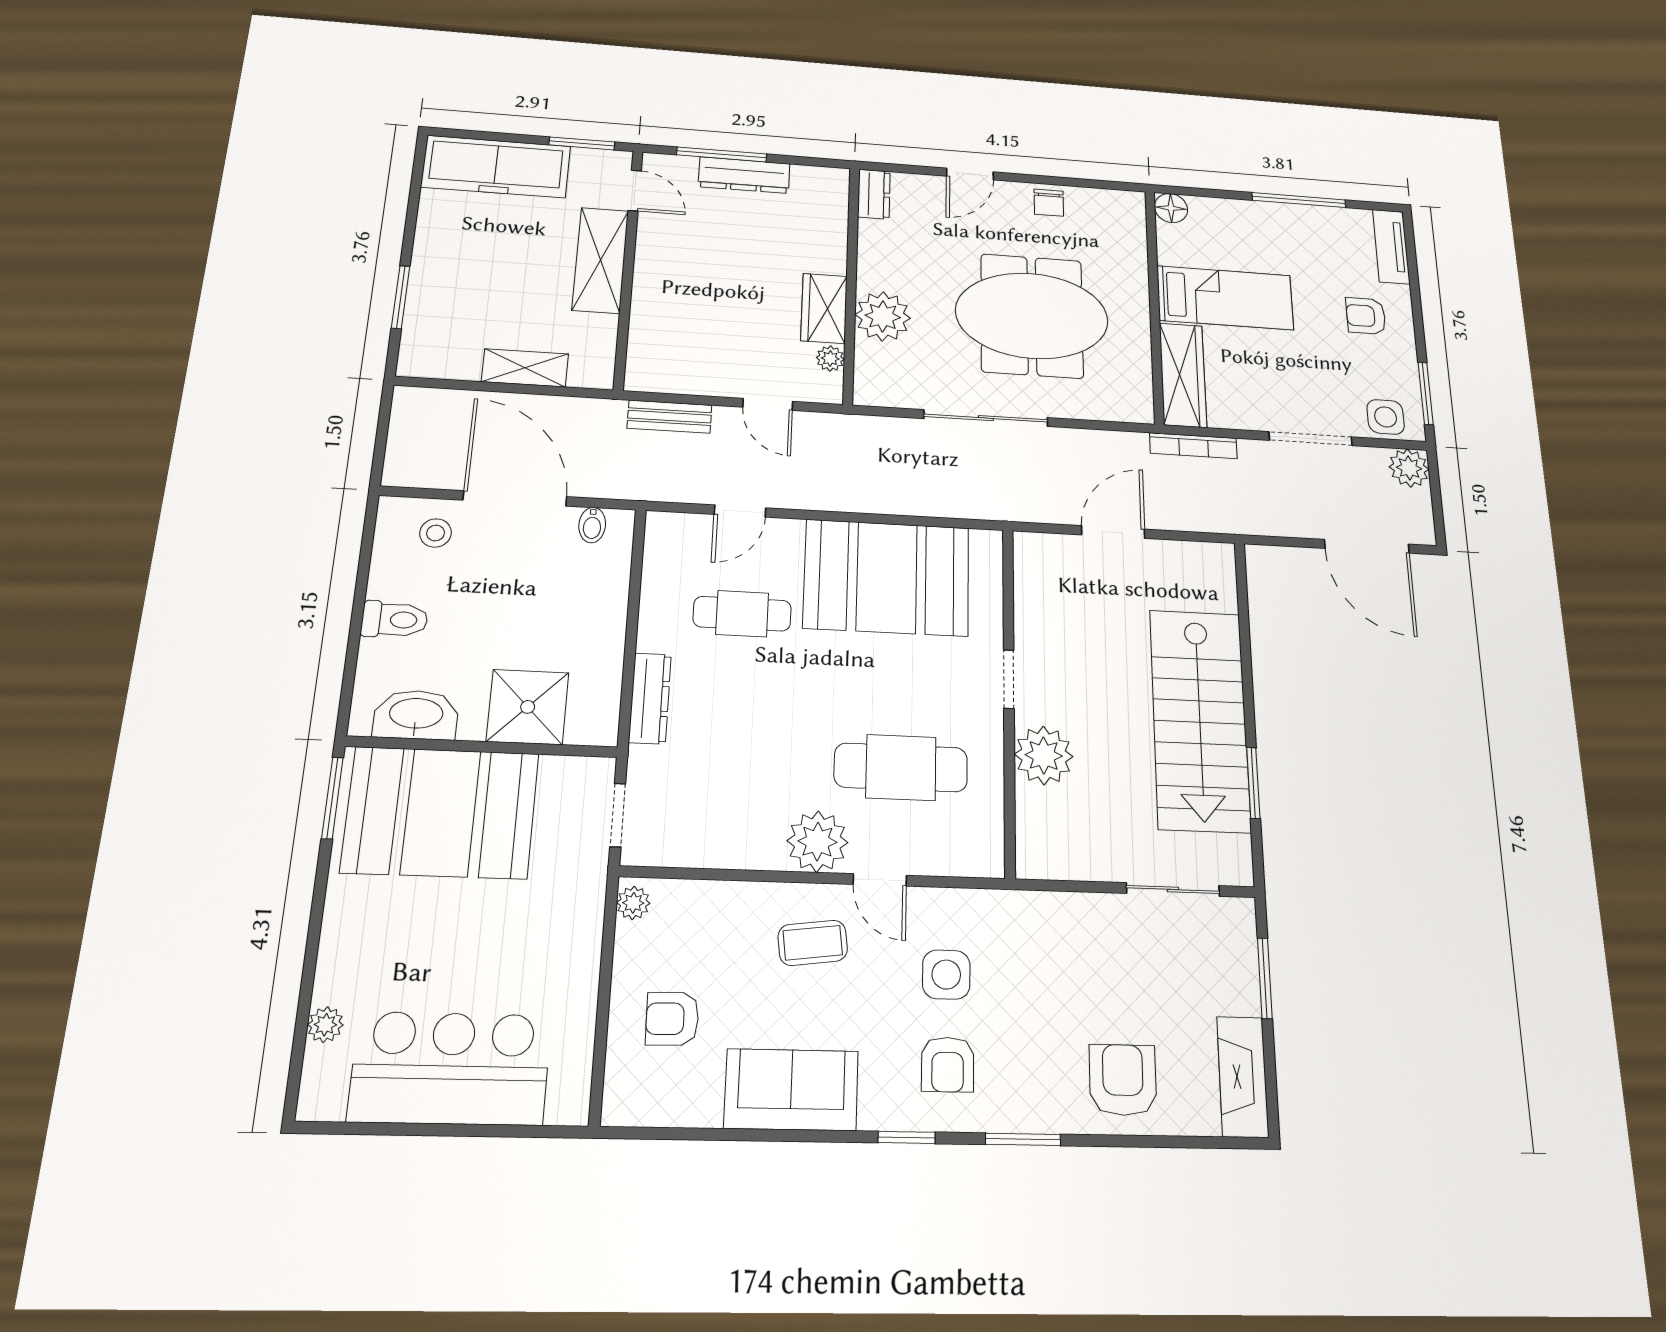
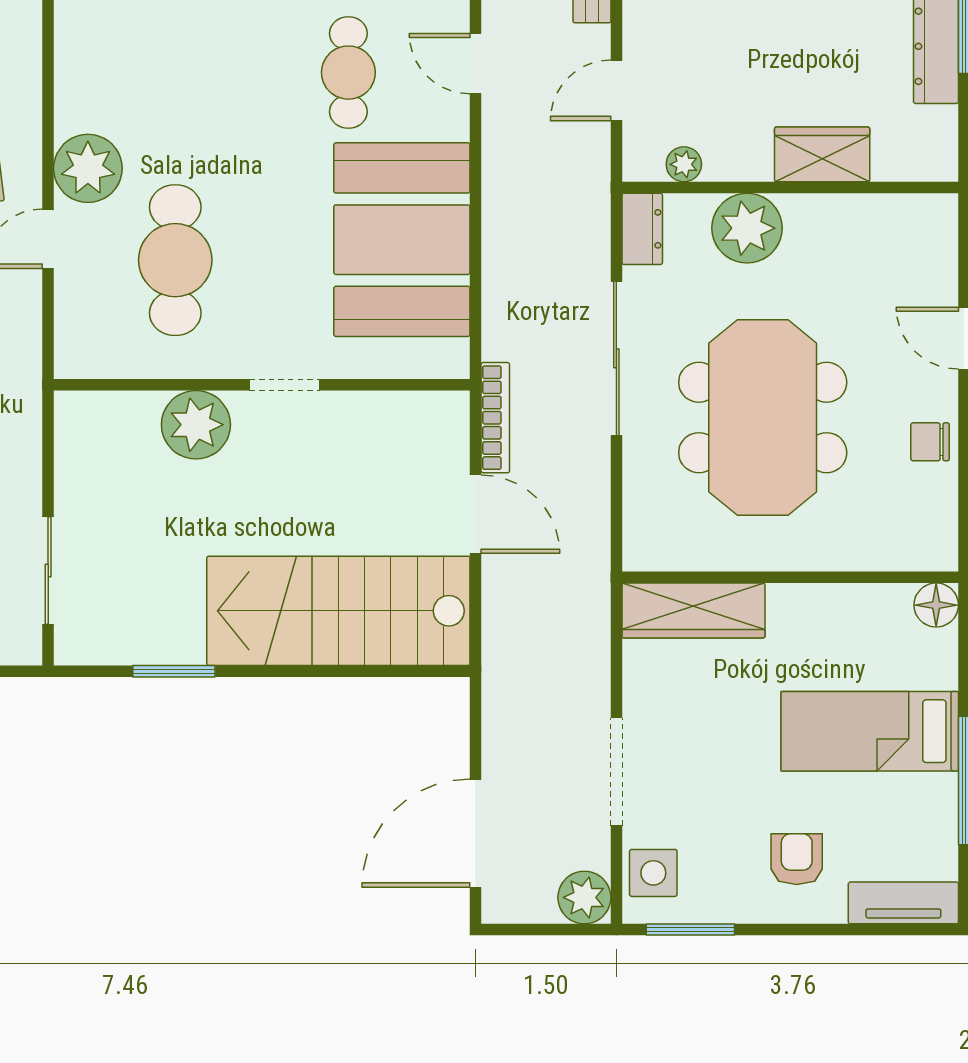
dresser: (874, 194) -> (642, 229), moved, turned -90
bed: (1225, 298) -> (870, 731), moved, turned 90
wardrobe: (824, 308) -> (822, 154), moved
bookcase: (1193, 446) -> (495, 418), moved, turned 180
stairs: (1200, 720) -> (338, 611), moved

